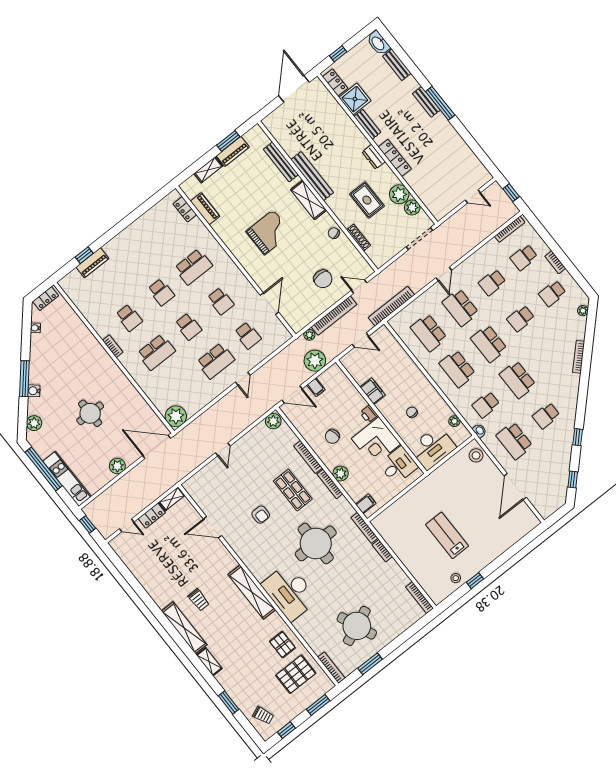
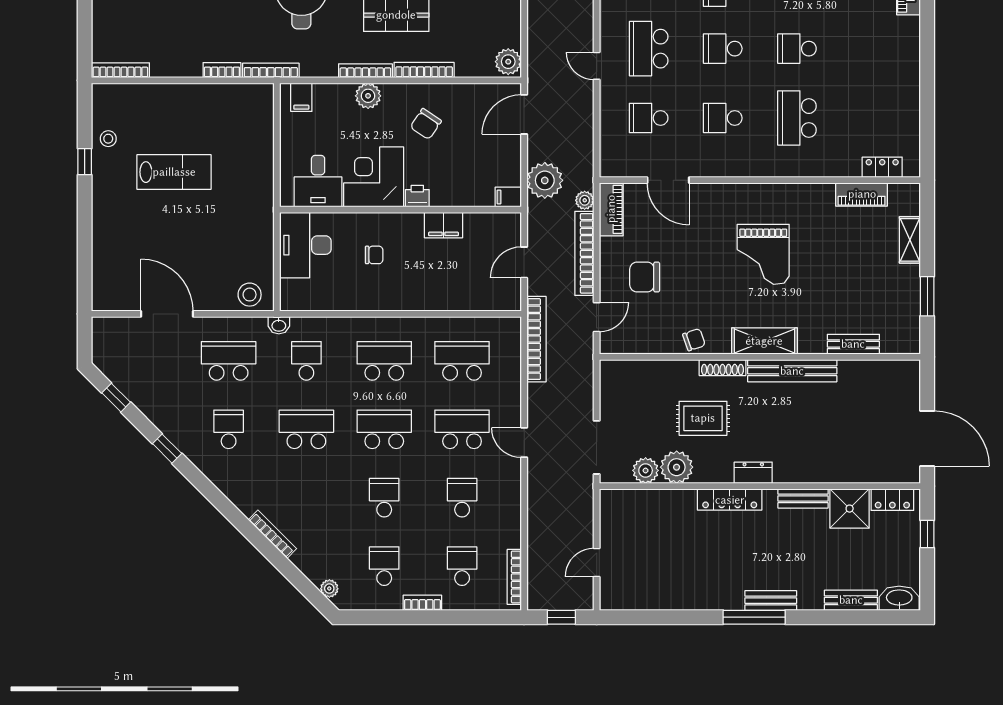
piano: (233, 151) -> (611, 209), moved, turned 180
bench: (281, 162) -> (853, 344), width x0.73
shoe rack: (358, 238) -> (723, 368), moved
filing cabinet: (316, 387) -> (508, 197), moved
plant: (454, 421) -> (318, 302), removed
chair: (332, 436) -> (426, 124), turned -130

